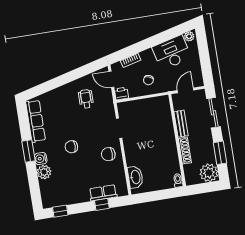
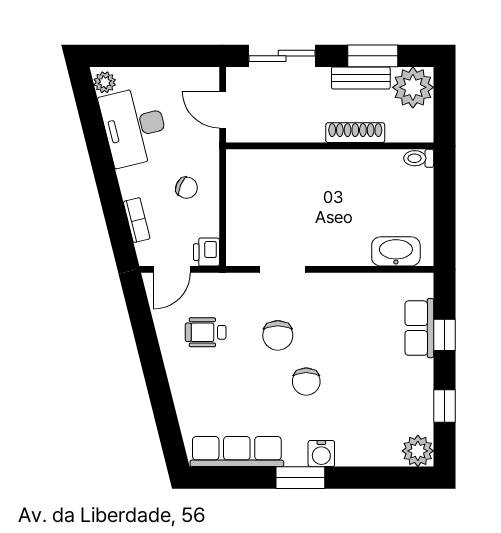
bench: (181, 124) -> (361, 78), moved
chair: (108, 154) -> (278, 335), moved
plant: (44, 172) -> (418, 451), moved
window: (60, 211) -> (444, 406), moved

